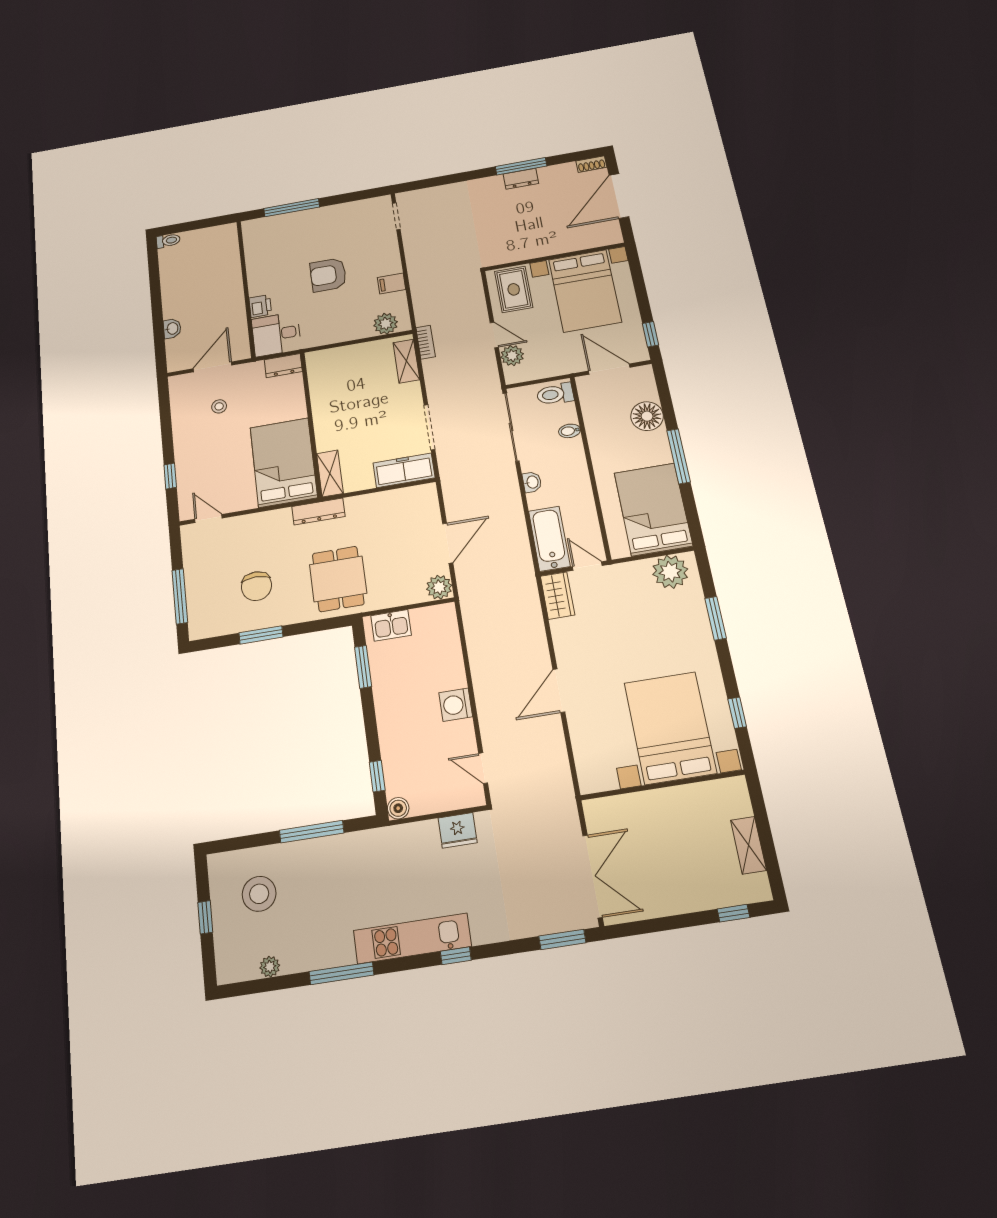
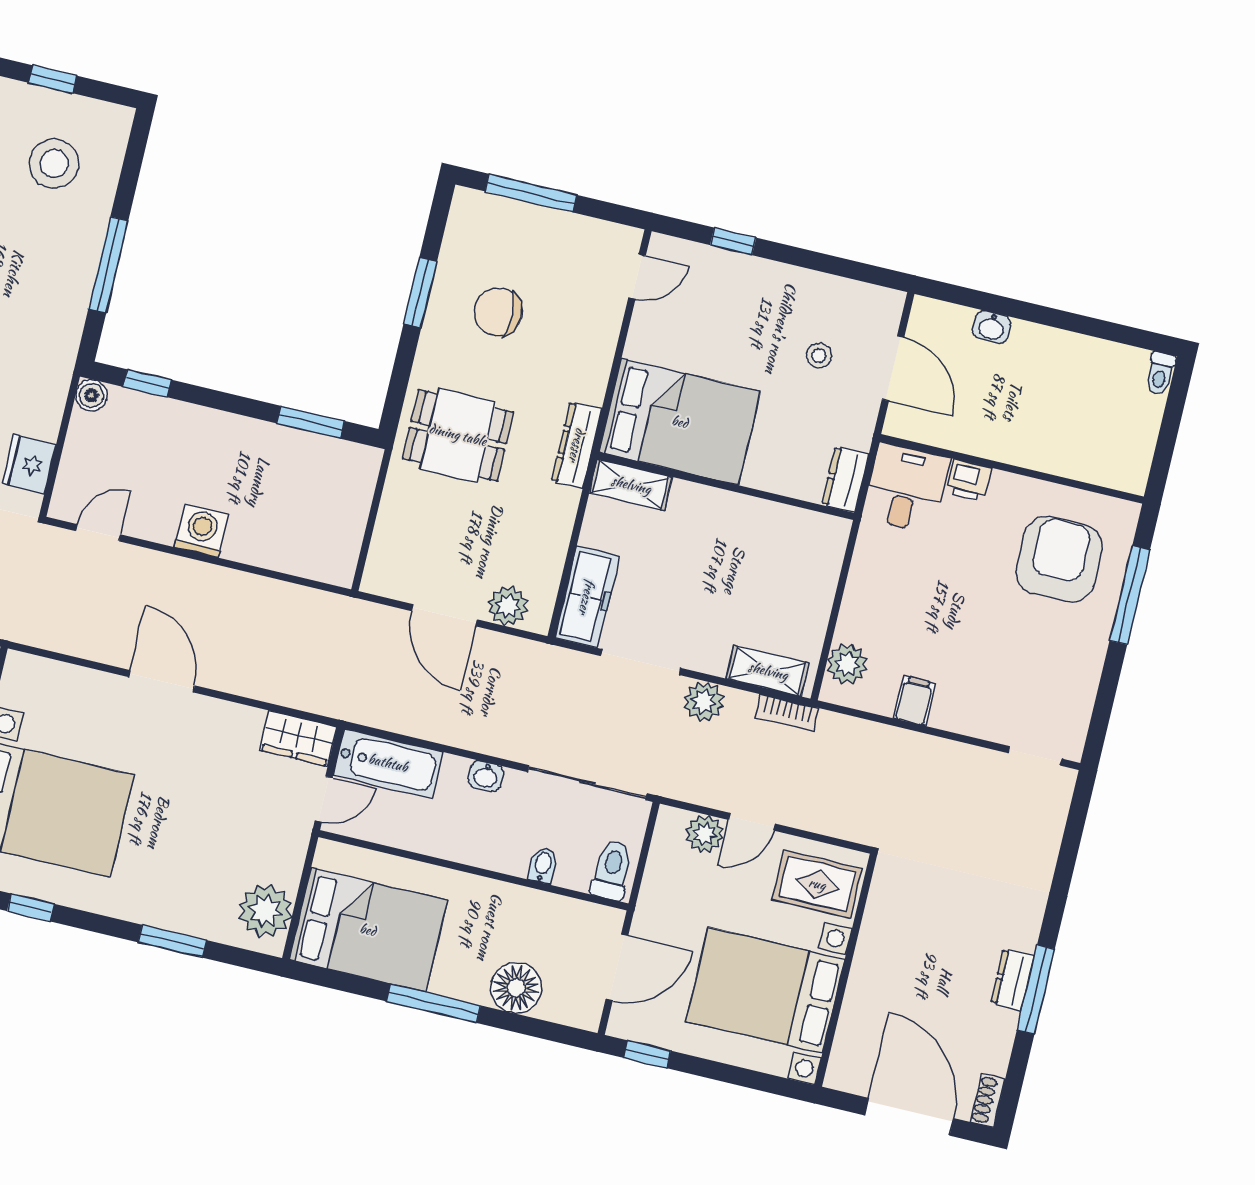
armchair: (328, 275) -> (1059, 559), moved, width x1.36, depth x1.36
plant: (438, 386) -> (704, 702), added
plant: (439, 587) -> (508, 606), moved
kitchen sink: (391, 625) -> (355, 485), removed

